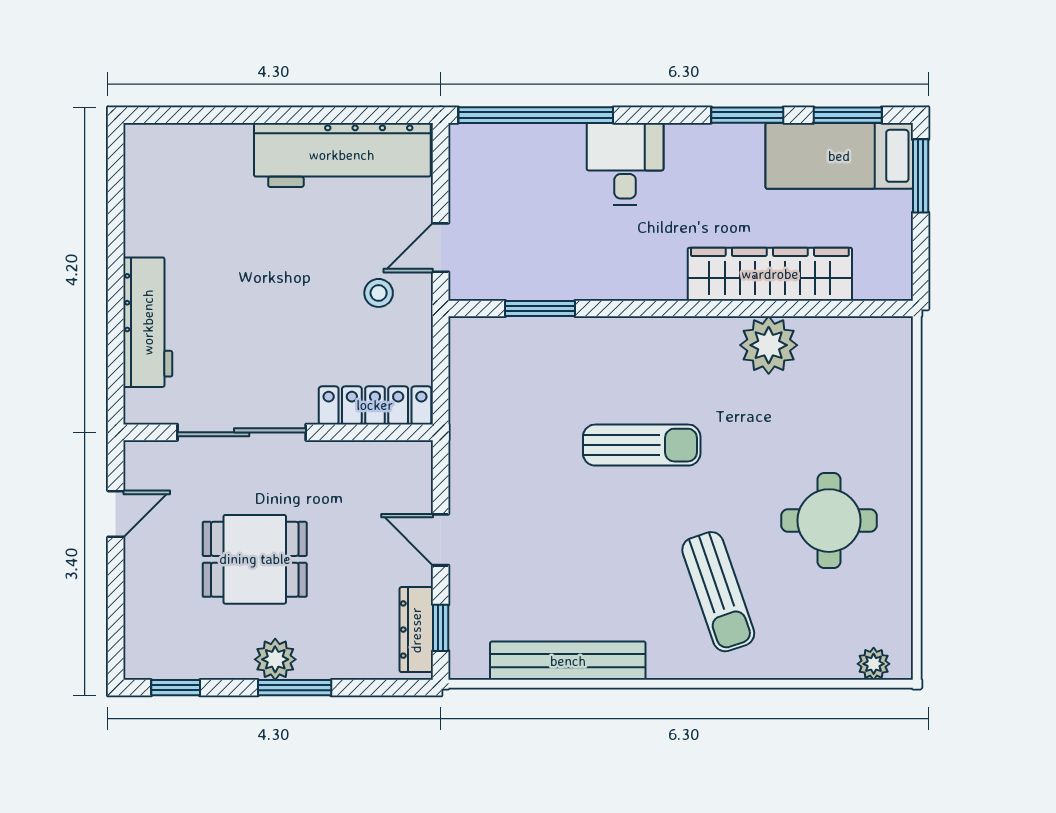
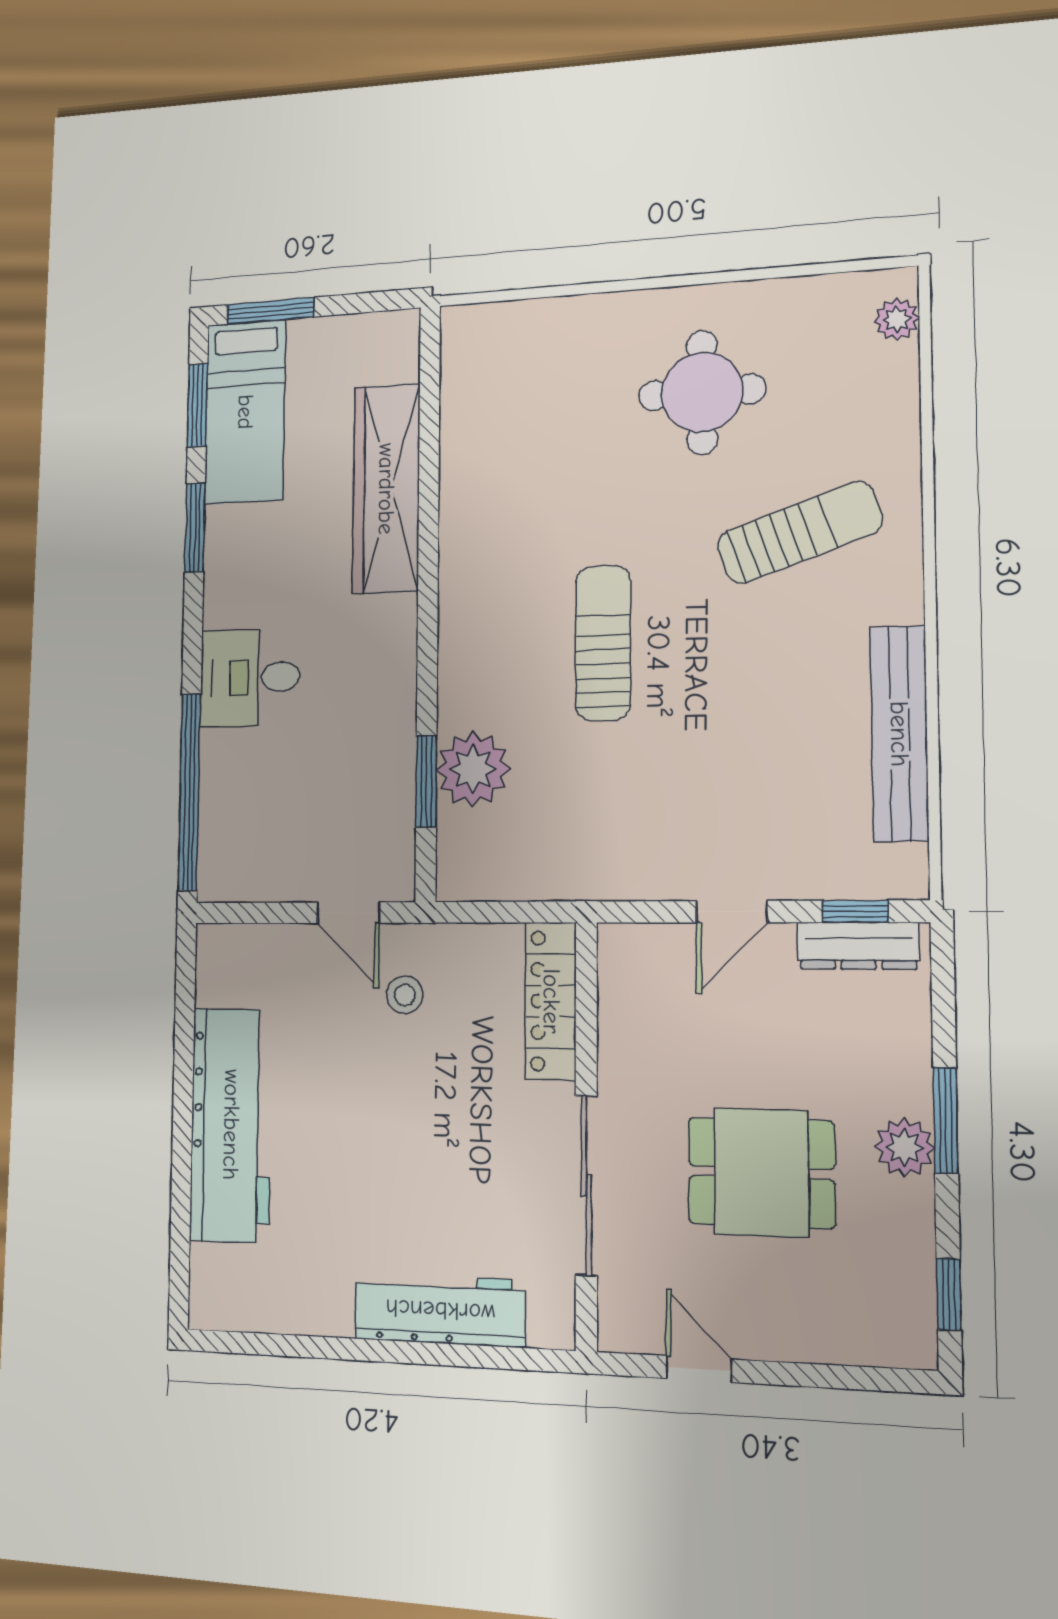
workbench: (342, 155) -> (231, 1125), moved
plant: (769, 345) -> (473, 769), moved
dining table: (255, 559) -> (761, 1173), turned 90

